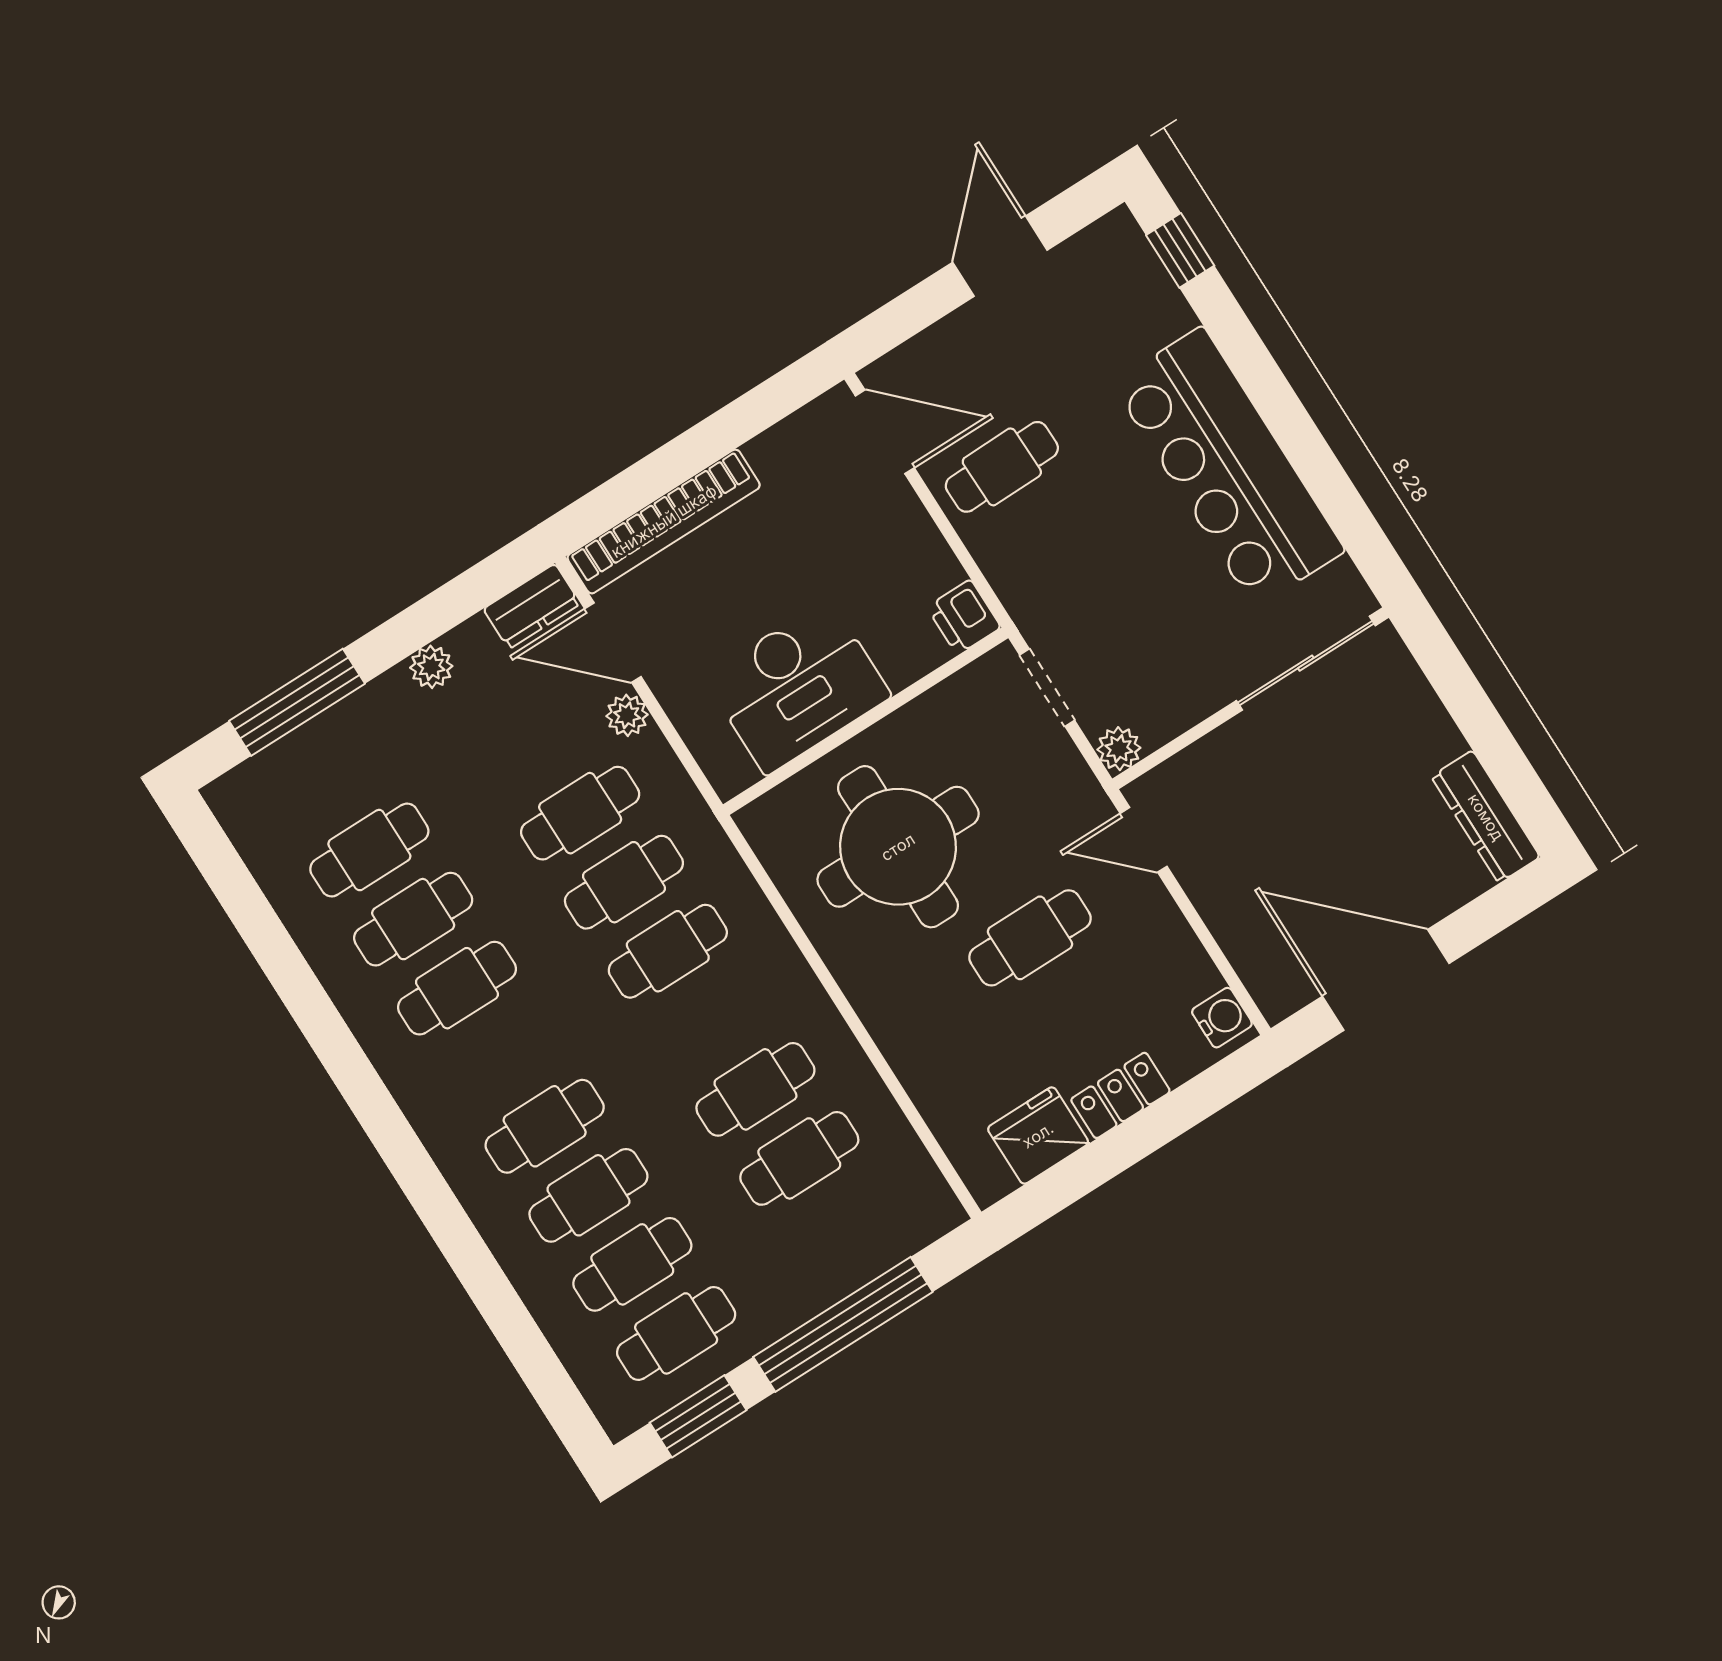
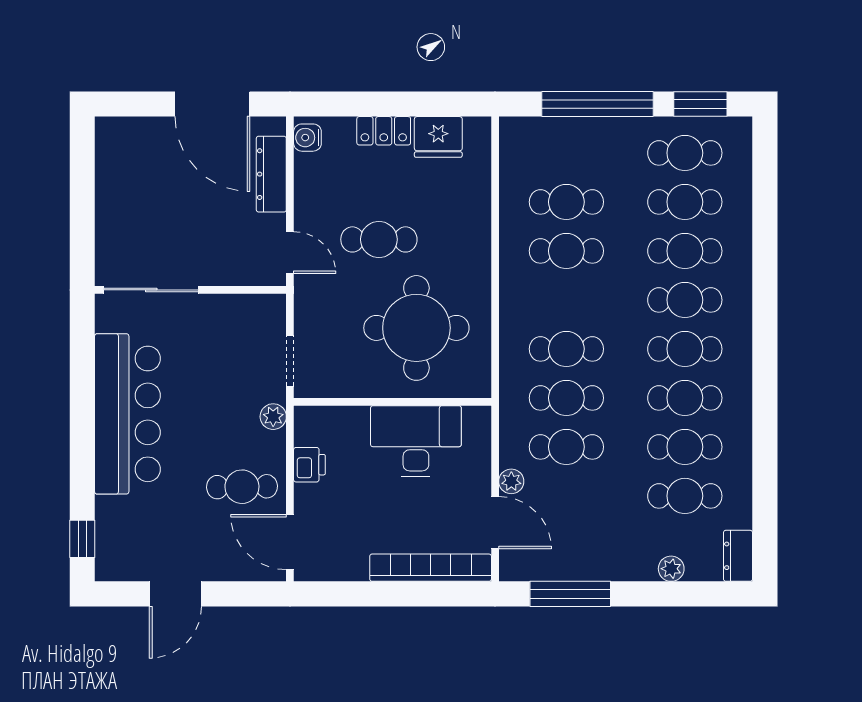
dresser: (532, 606) -> (738, 556), moved, turned -90
printer: (964, 617) -> (309, 465), moved
plant: (431, 667) -> (671, 569), moved
window: (297, 702) -> (570, 594), moved
plant: (1119, 749) -> (273, 417), moved
dresser: (1486, 817) -> (271, 174), moved, turned 180
cafe table: (501, 1057) -> (685, 349), added

